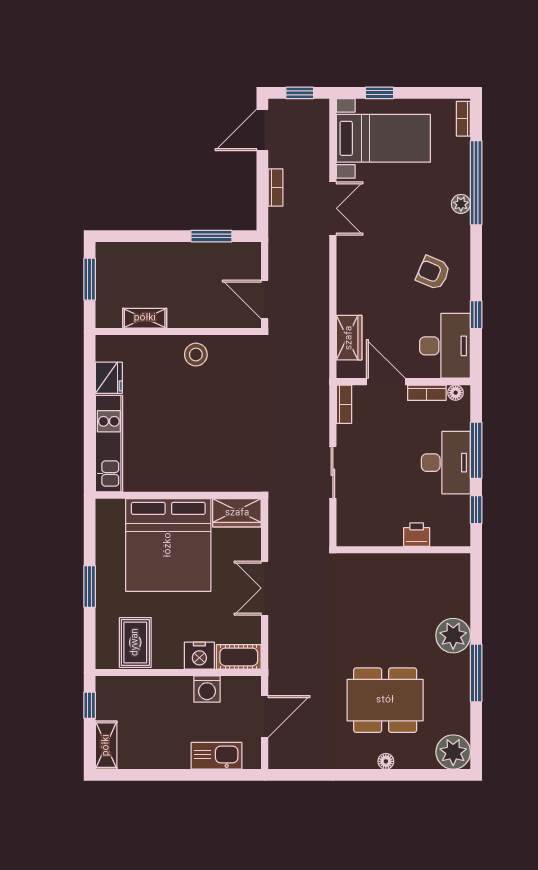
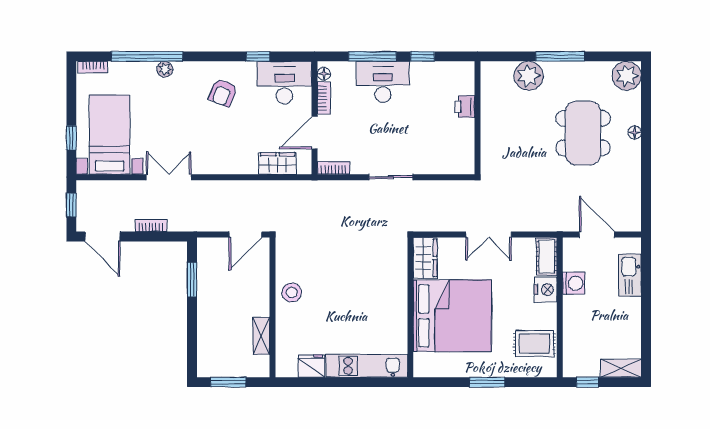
printer: (417, 535) -> (465, 107), moved
wall: (403, 550) -> (477, 118), moved

